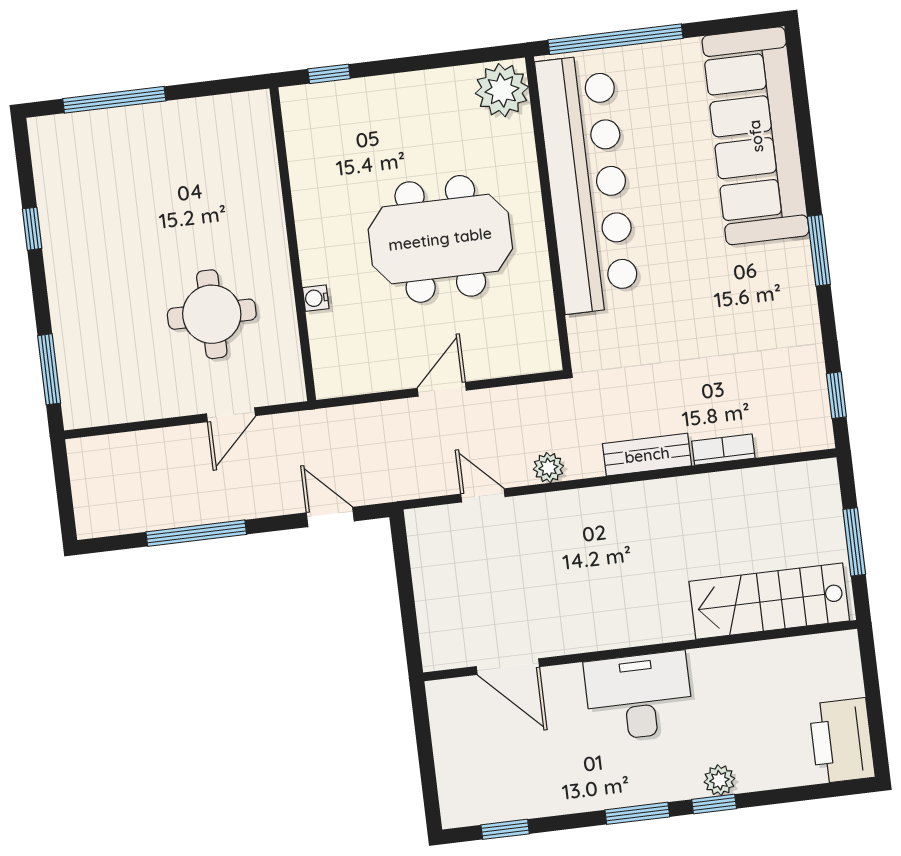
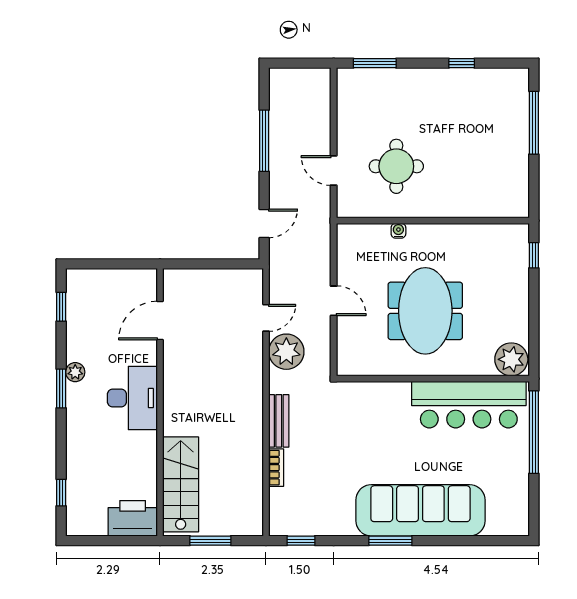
sofa: (756, 136) -> (420, 510), moved
bar counter: (588, 184) -> (469, 405), width x0.73
plant: (548, 468) -> (286, 352), width x1.88, depth x1.88
printer: (842, 741) -> (133, 518), moved
plant: (719, 780) -> (75, 372), moved
window: (714, 804) -> (61, 493), moved

